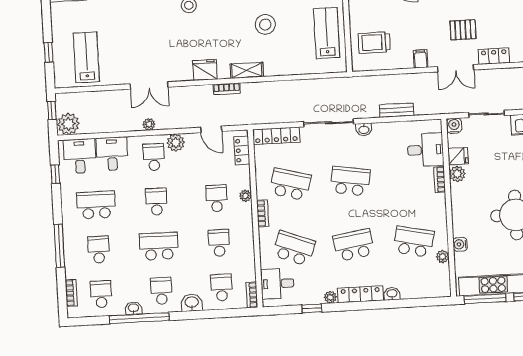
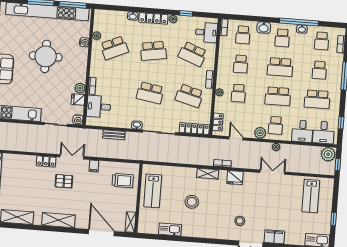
window: (49, 52) -> (334, 219), moved
school desk: (156, 202) -> (278, 96), width x1.85
school desk: (414, 242) -> (114, 48), turned -36

